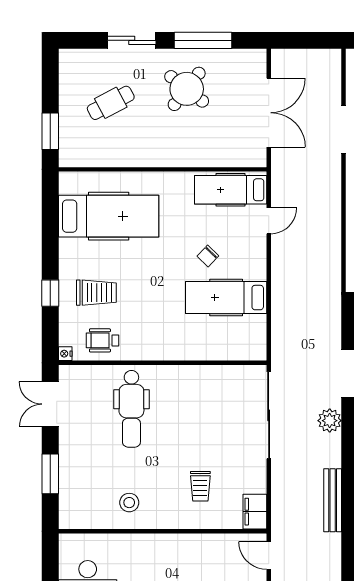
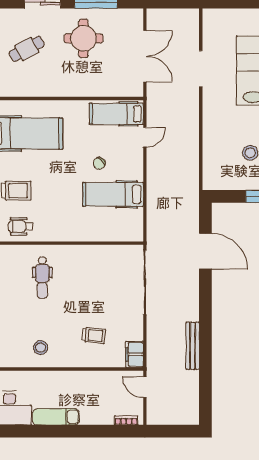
round table: (187, 89) -> (84, 38), turned -38
dental chair: (131, 409) -> (42, 277), width x0.73, depth x0.72
plant: (330, 421) -> (190, 286), removed
trolley: (200, 486) -> (94, 335), turned -84

